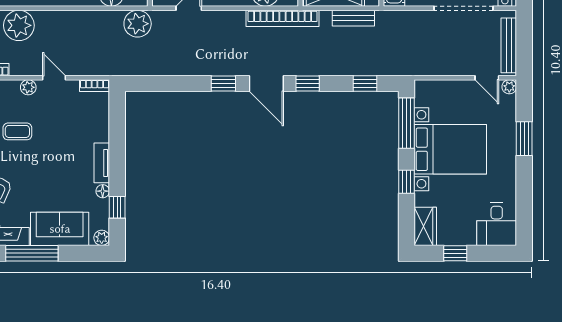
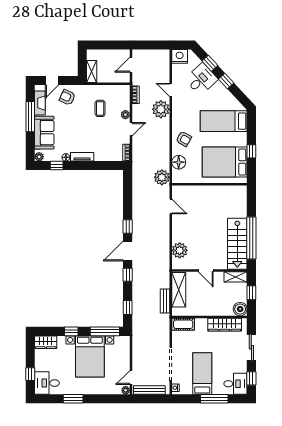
bookcase: (283, 18) -> (165, 260), removed
window: (524, 139) -> (73, 399), moved
window: (455, 253) -> (30, 374), moved

